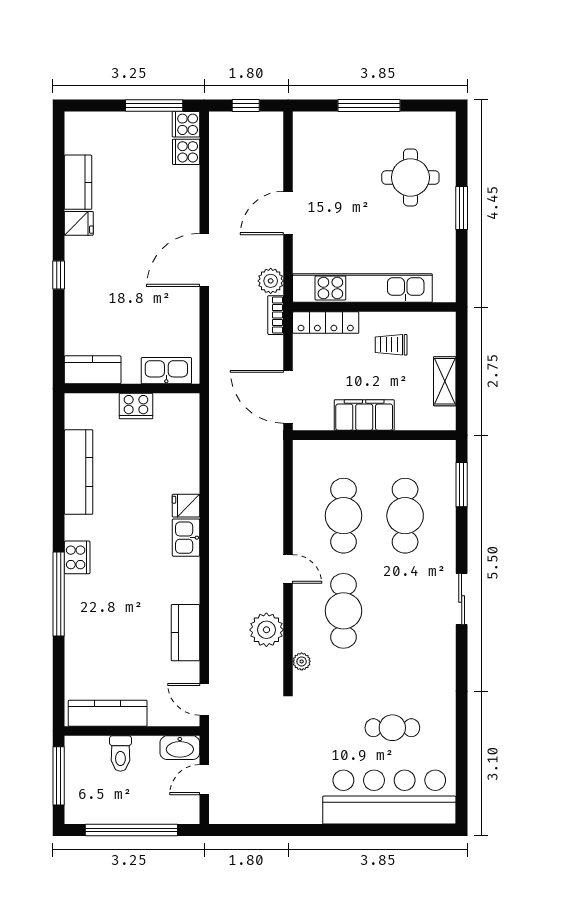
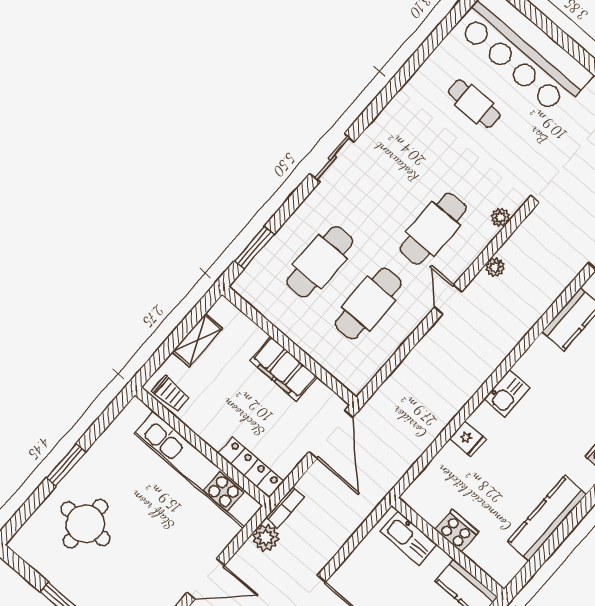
trolley: (391, 345) -> (171, 393), moved
fridge: (186, 506) -> (468, 439), moved
plant: (266, 630) -> (495, 267), width x0.53, depth x0.53

